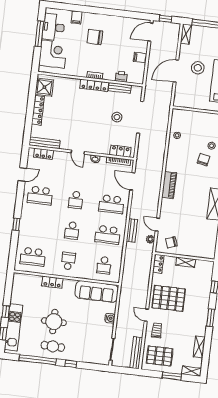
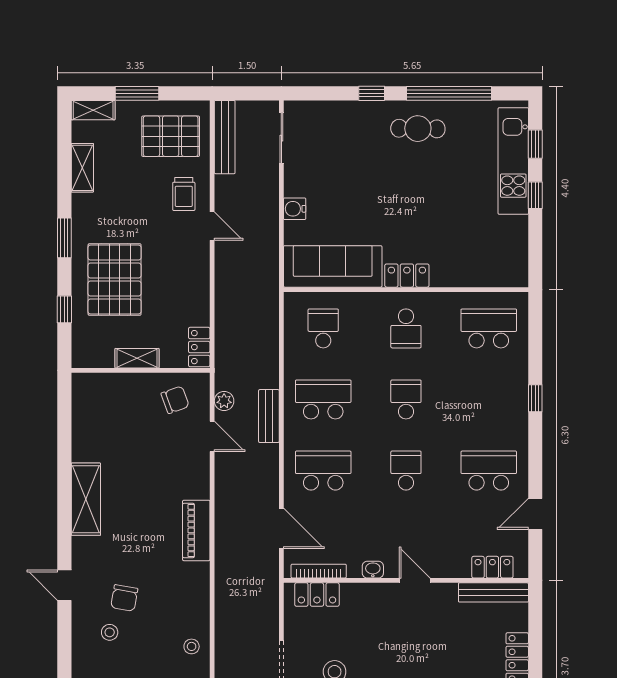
locker: (52, 282) -> (407, 276), moved
pallet: (169, 298) -> (115, 279), moved, turned 90
round table: (54, 322) -> (422, 186), removed

